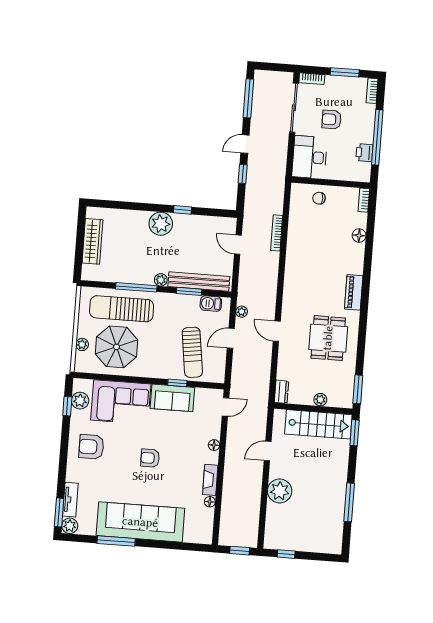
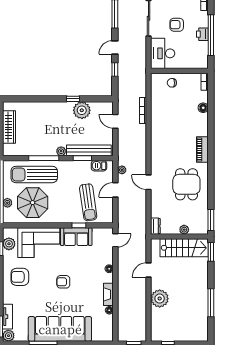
printer: (364, 153) -> (202, 34), moved
plant: (161, 224) -> (82, 110), moved

